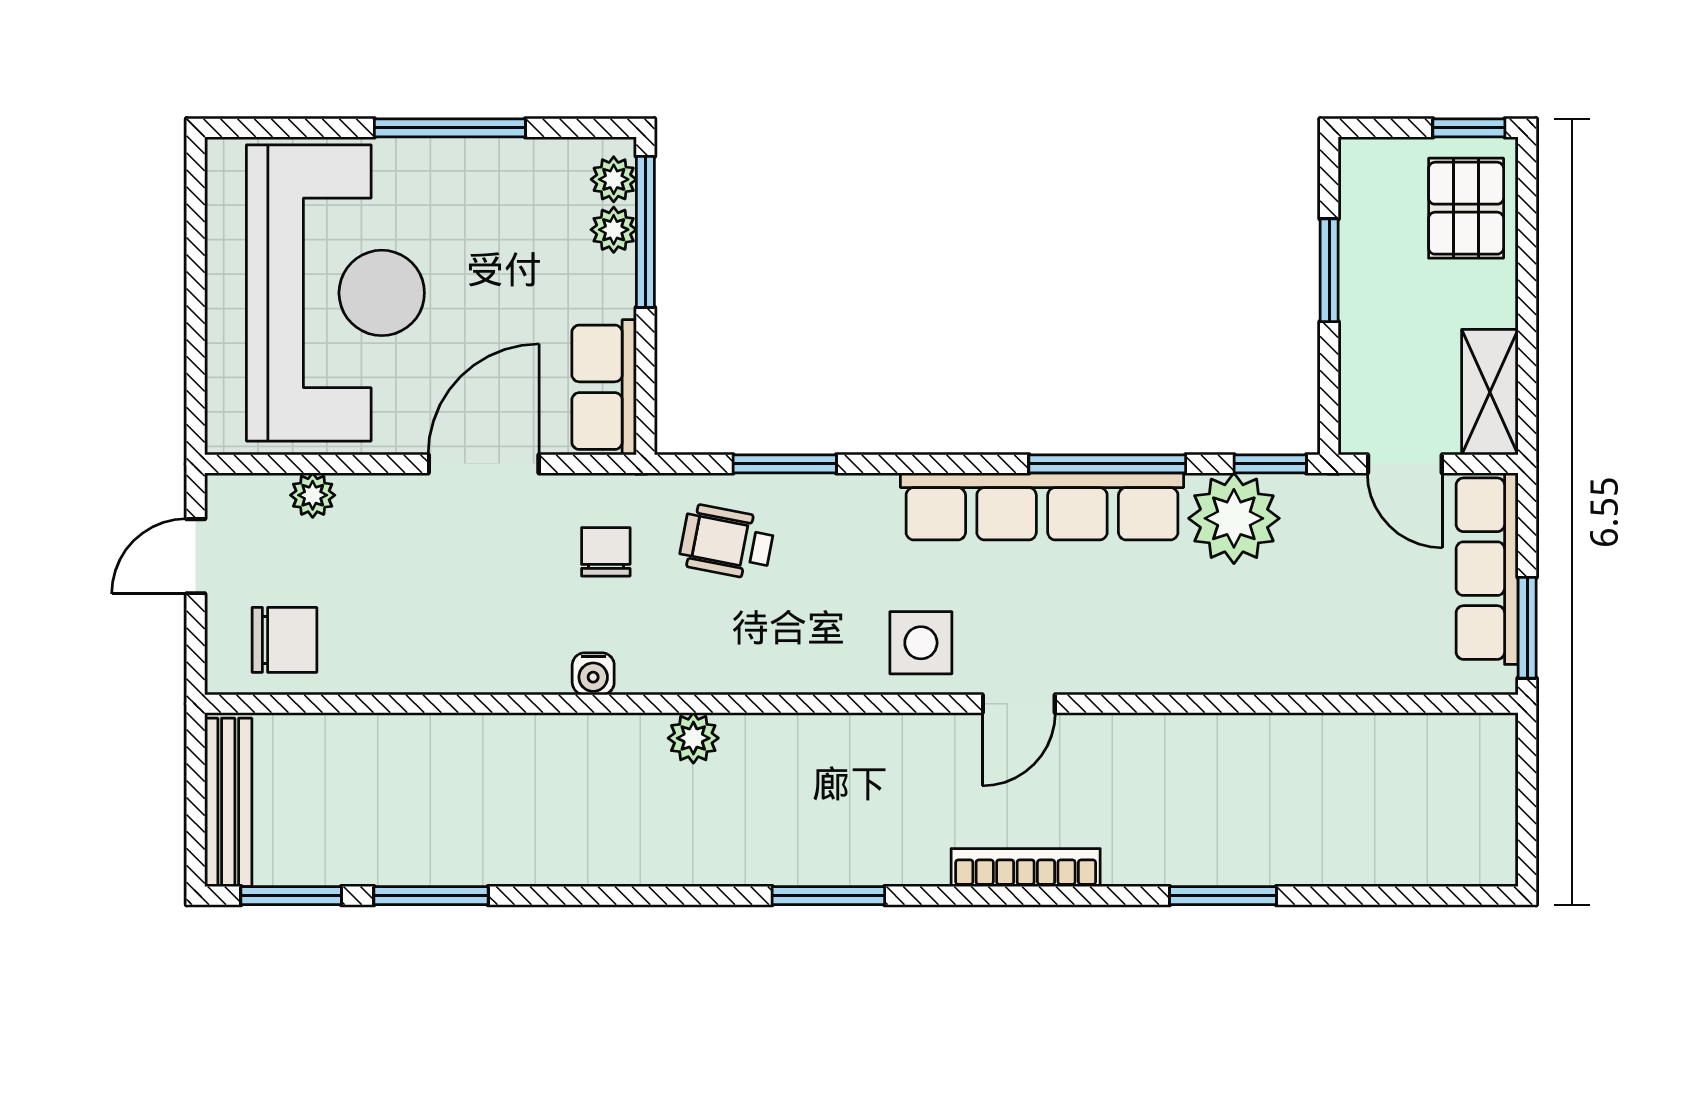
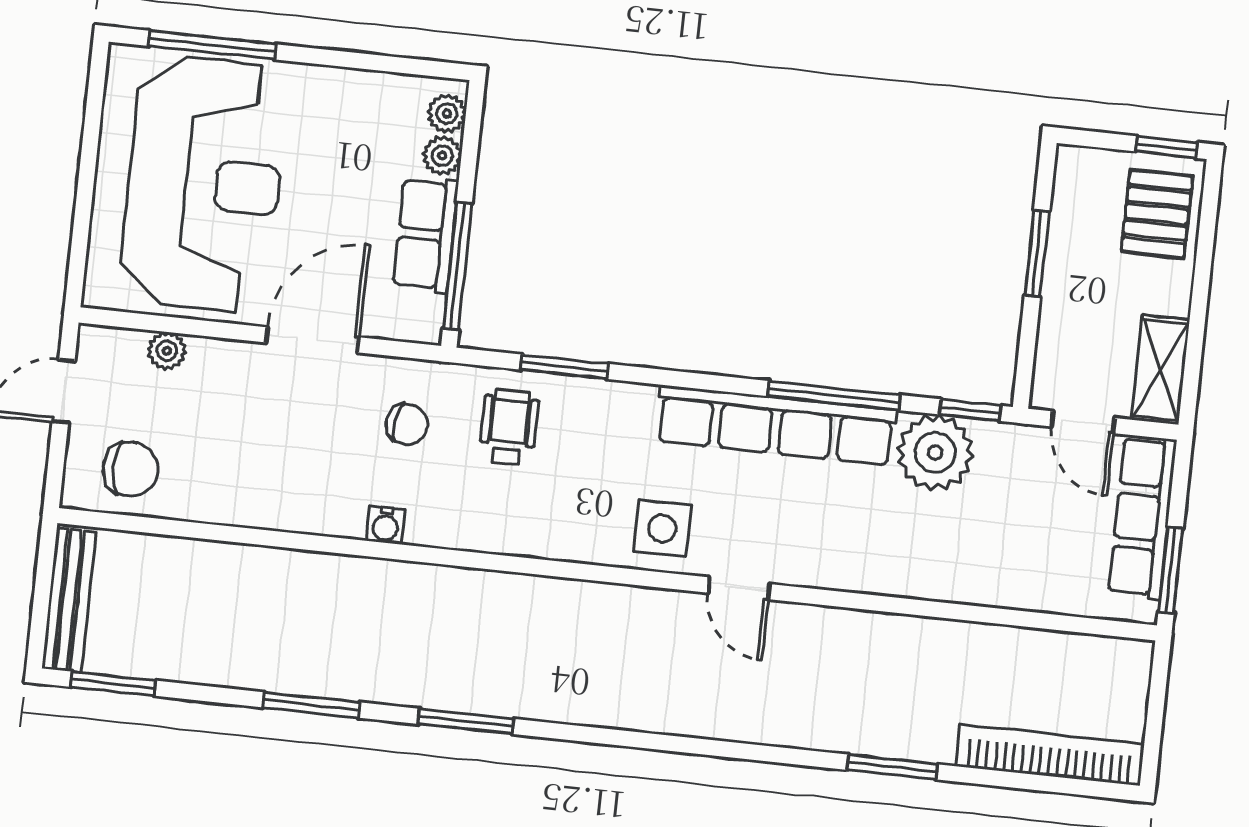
window: (450, 128) -> (212, 45), moved
window: (645, 232) -> (457, 266), moved
row of seats: (604, 387) -> (426, 235), moved
wheelchair: (727, 542) -> (509, 427), turned 79
chair: (606, 552) -> (407, 424), turned 98
door: (1019, 704) -> (739, 588), hinge flipped
plant: (693, 738) -> (463, 588), removed
bookcase: (1026, 868) -> (1050, 755), moved, width x1.48, depth x1.31
window: (431, 896) -> (311, 705), moved
window: (828, 896) -> (466, 721), moved

